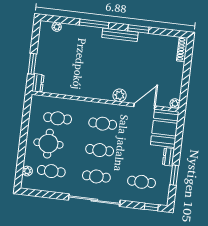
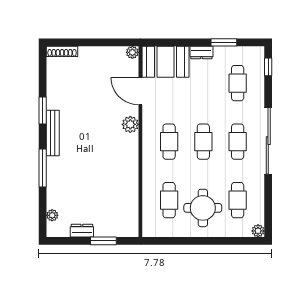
dresser: (38, 83) -> (82, 231), moved
plant: (27, 171) -> (258, 231), moved

